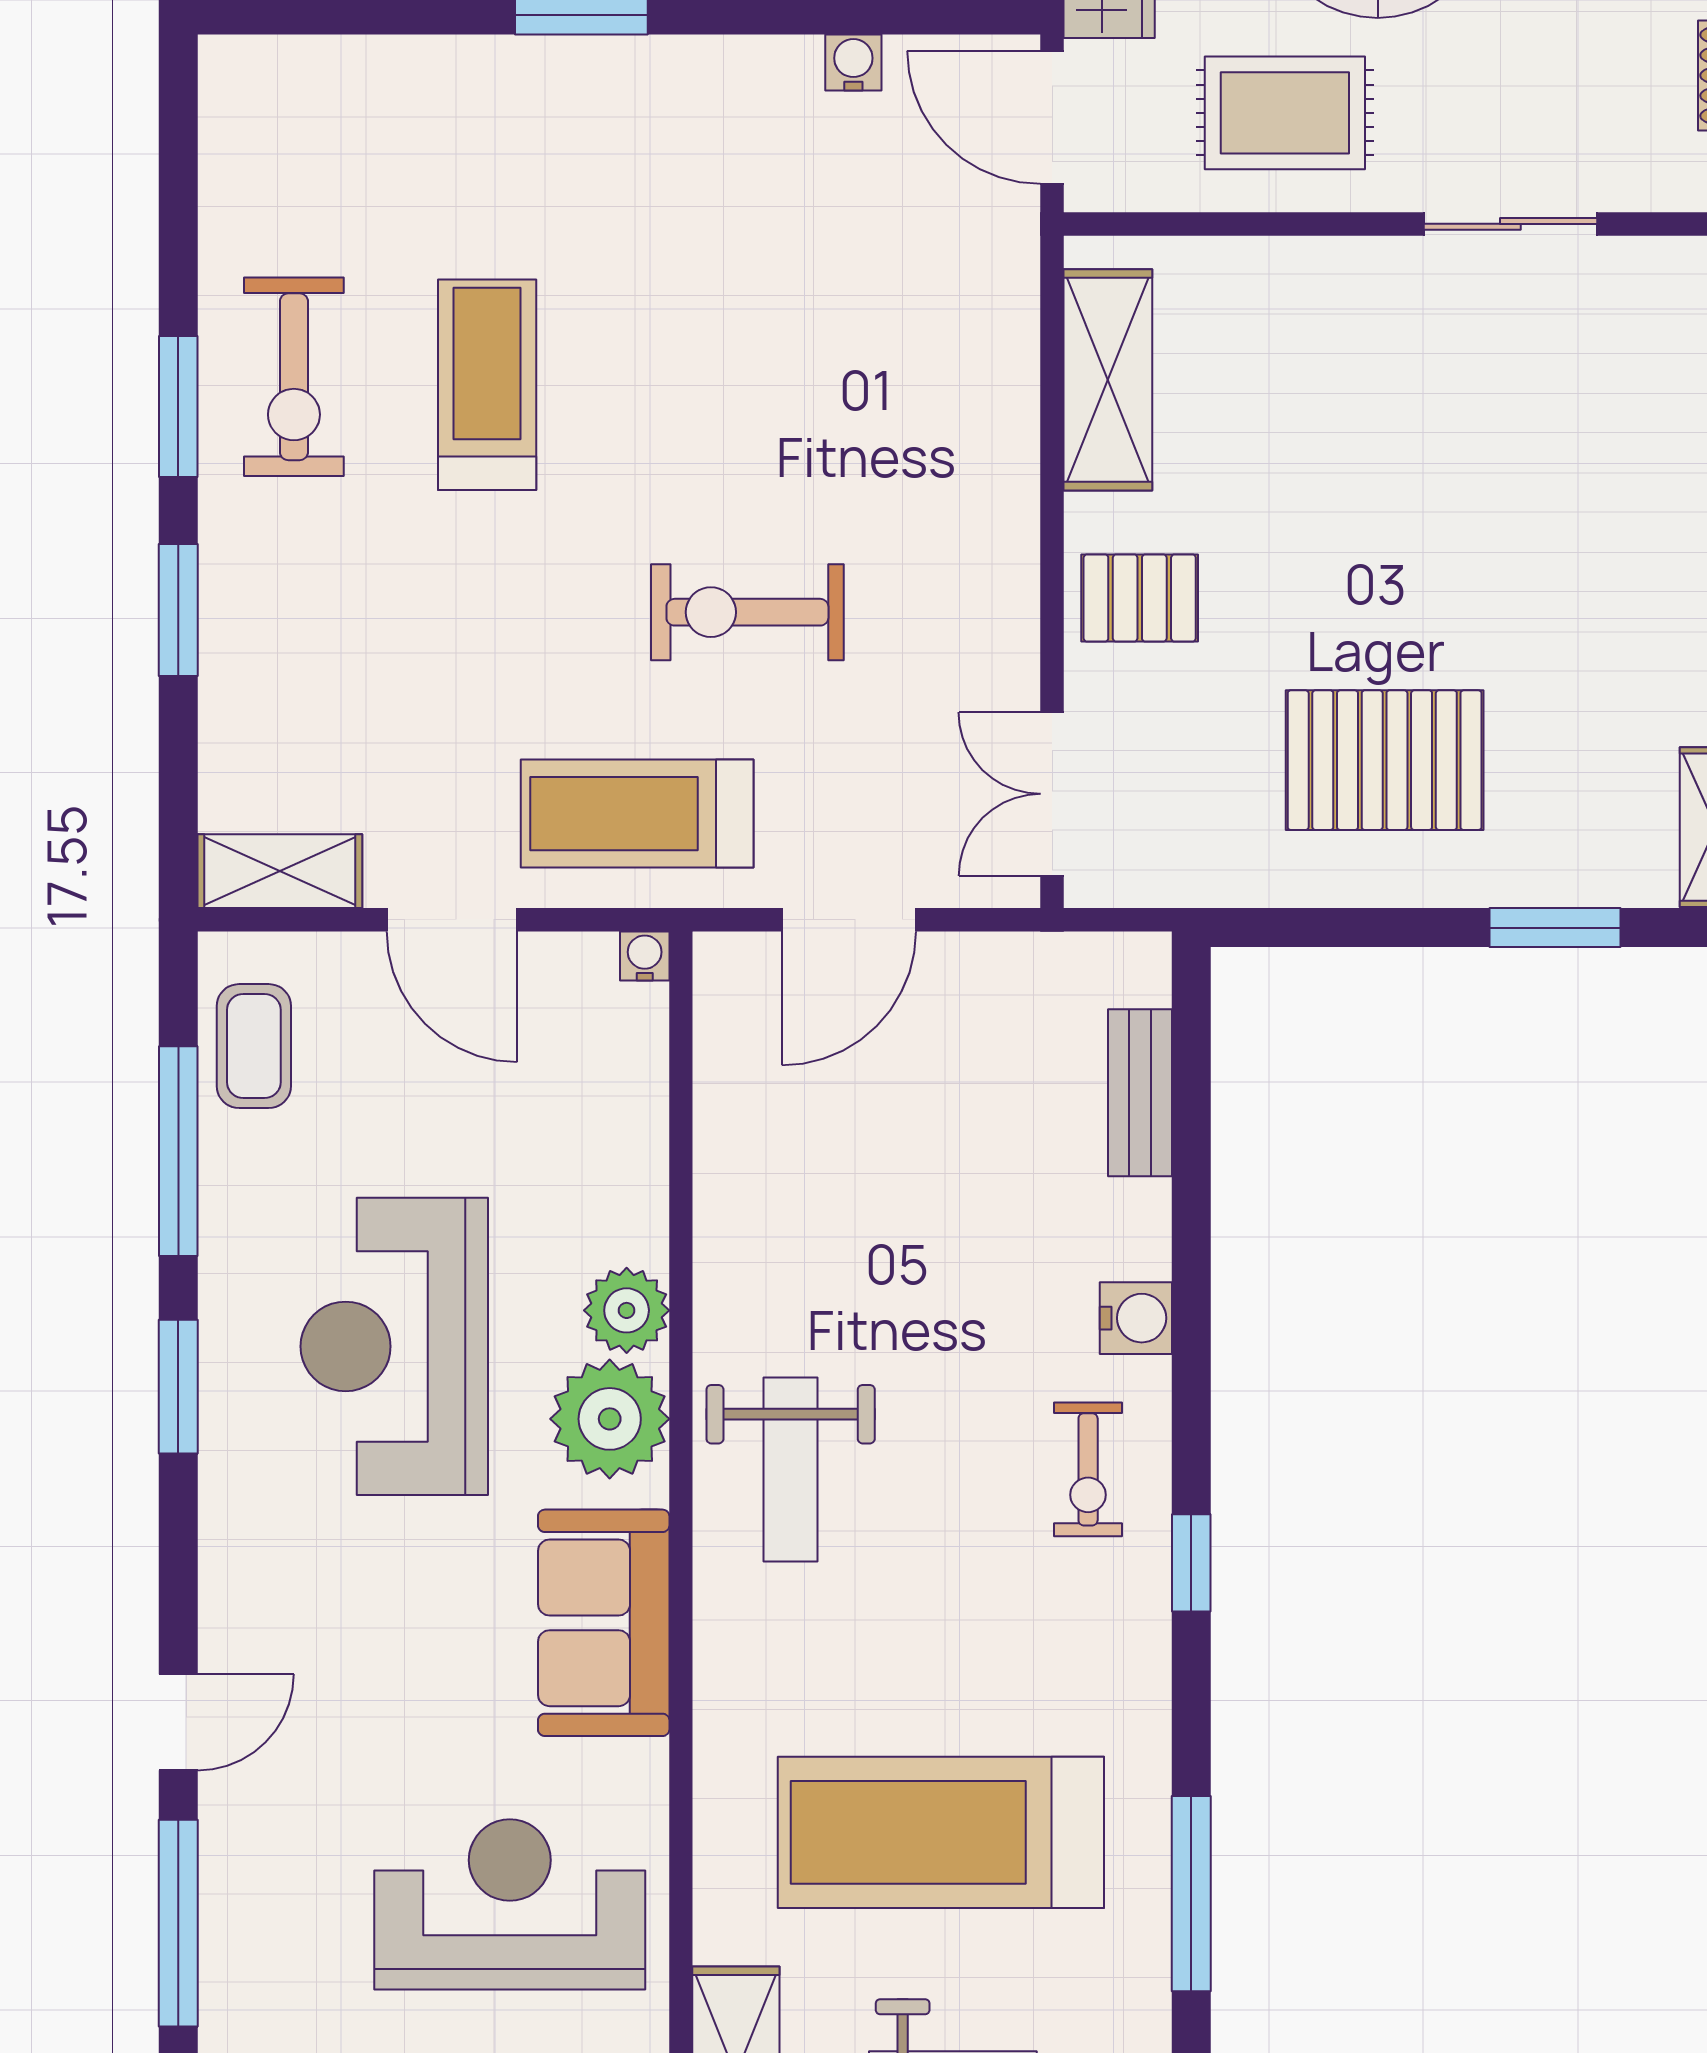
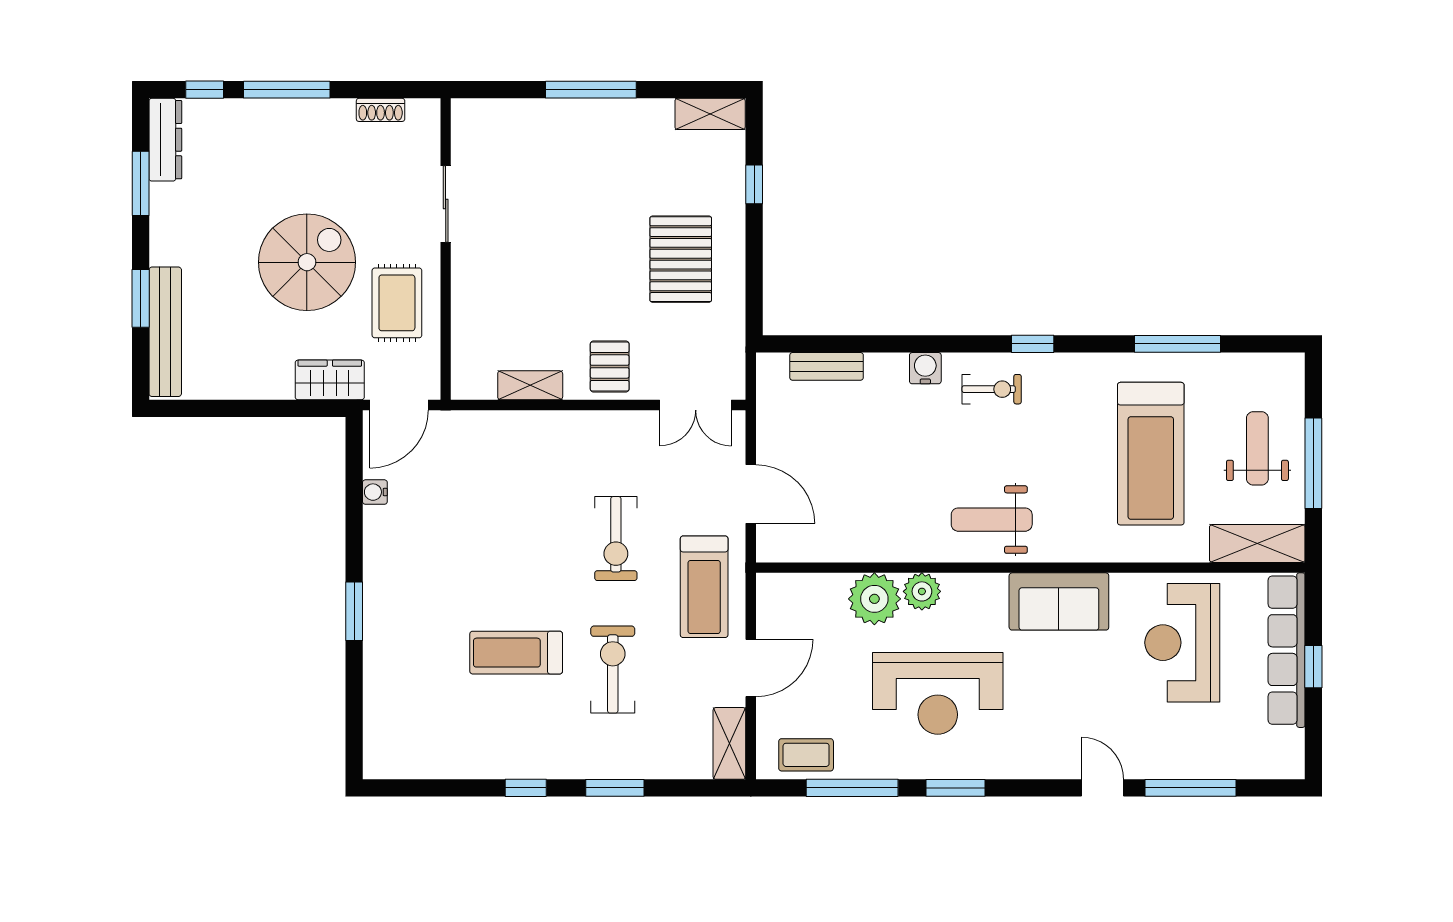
exercise bike: (294, 377) -> (613, 670), moved, turned -90
shelving: (1108, 380) -> (530, 385), width x0.67, depth x0.75
window: (178, 406) -> (526, 788), width x0.67
window: (1555, 928) -> (754, 184), width x0.67
water cooler: (645, 956) -> (767, 584), removed
plant: (610, 1419) -> (874, 599), moved
weight bench: (791, 1469) -> (992, 520), turned 180

